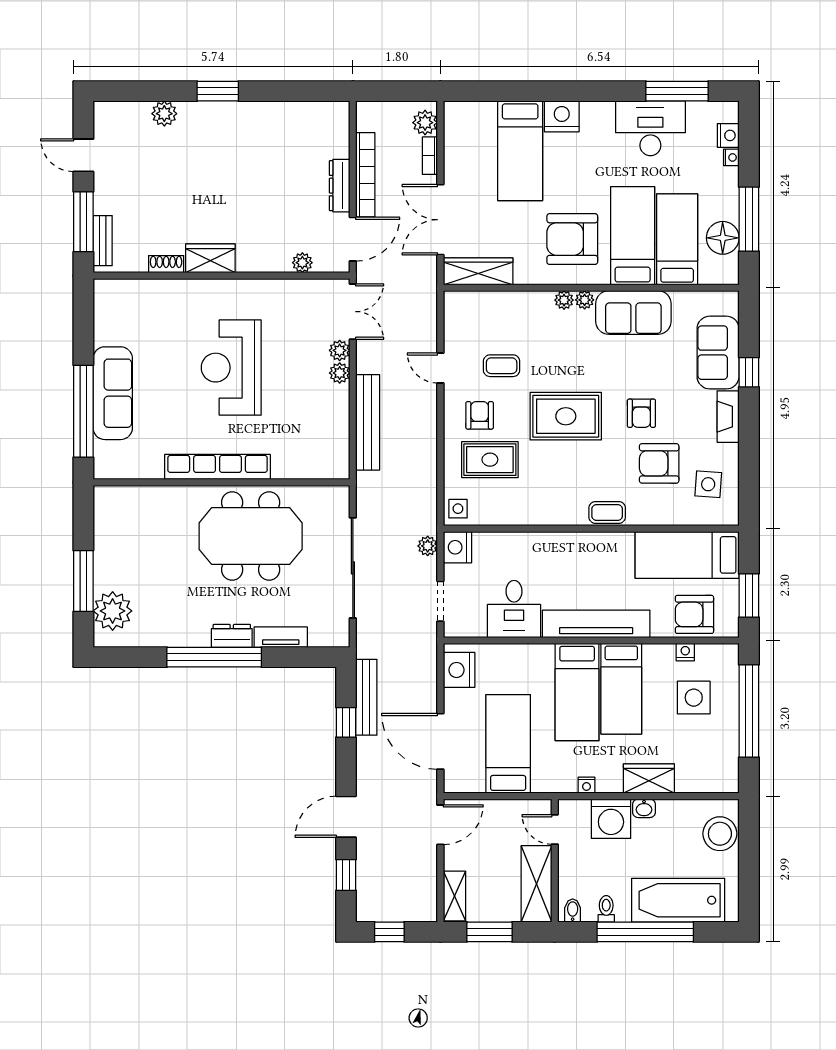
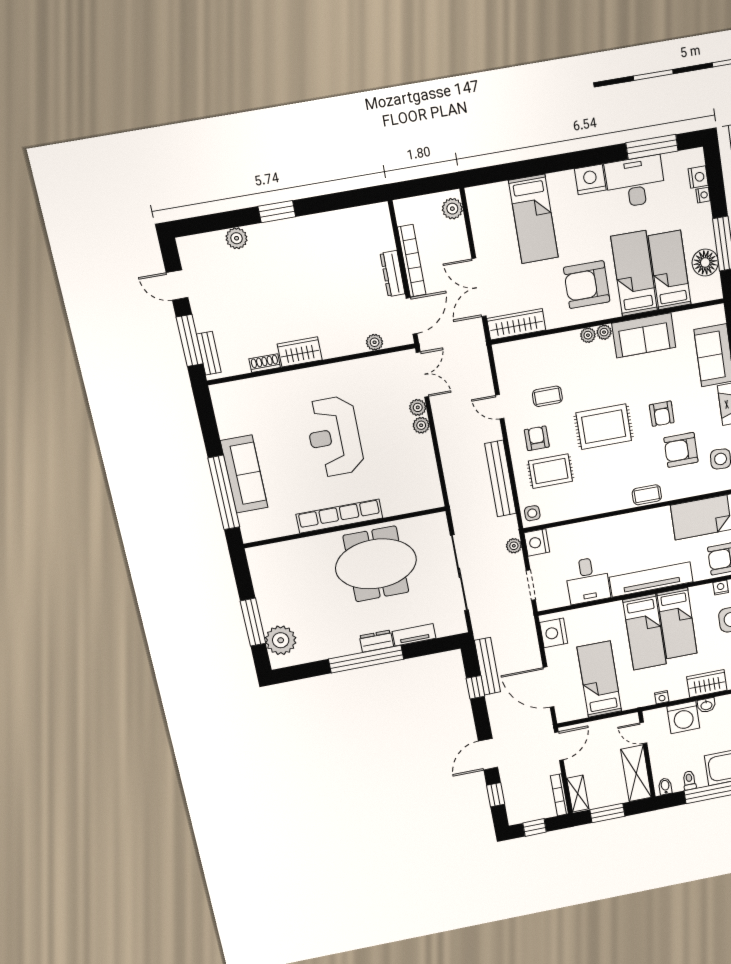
nightstand: (562, 116) -> (590, 179), moved
bookcase: (430, 156) -> (559, 795), moved, width x1.56
bench: (368, 422) -> (500, 479), moved

